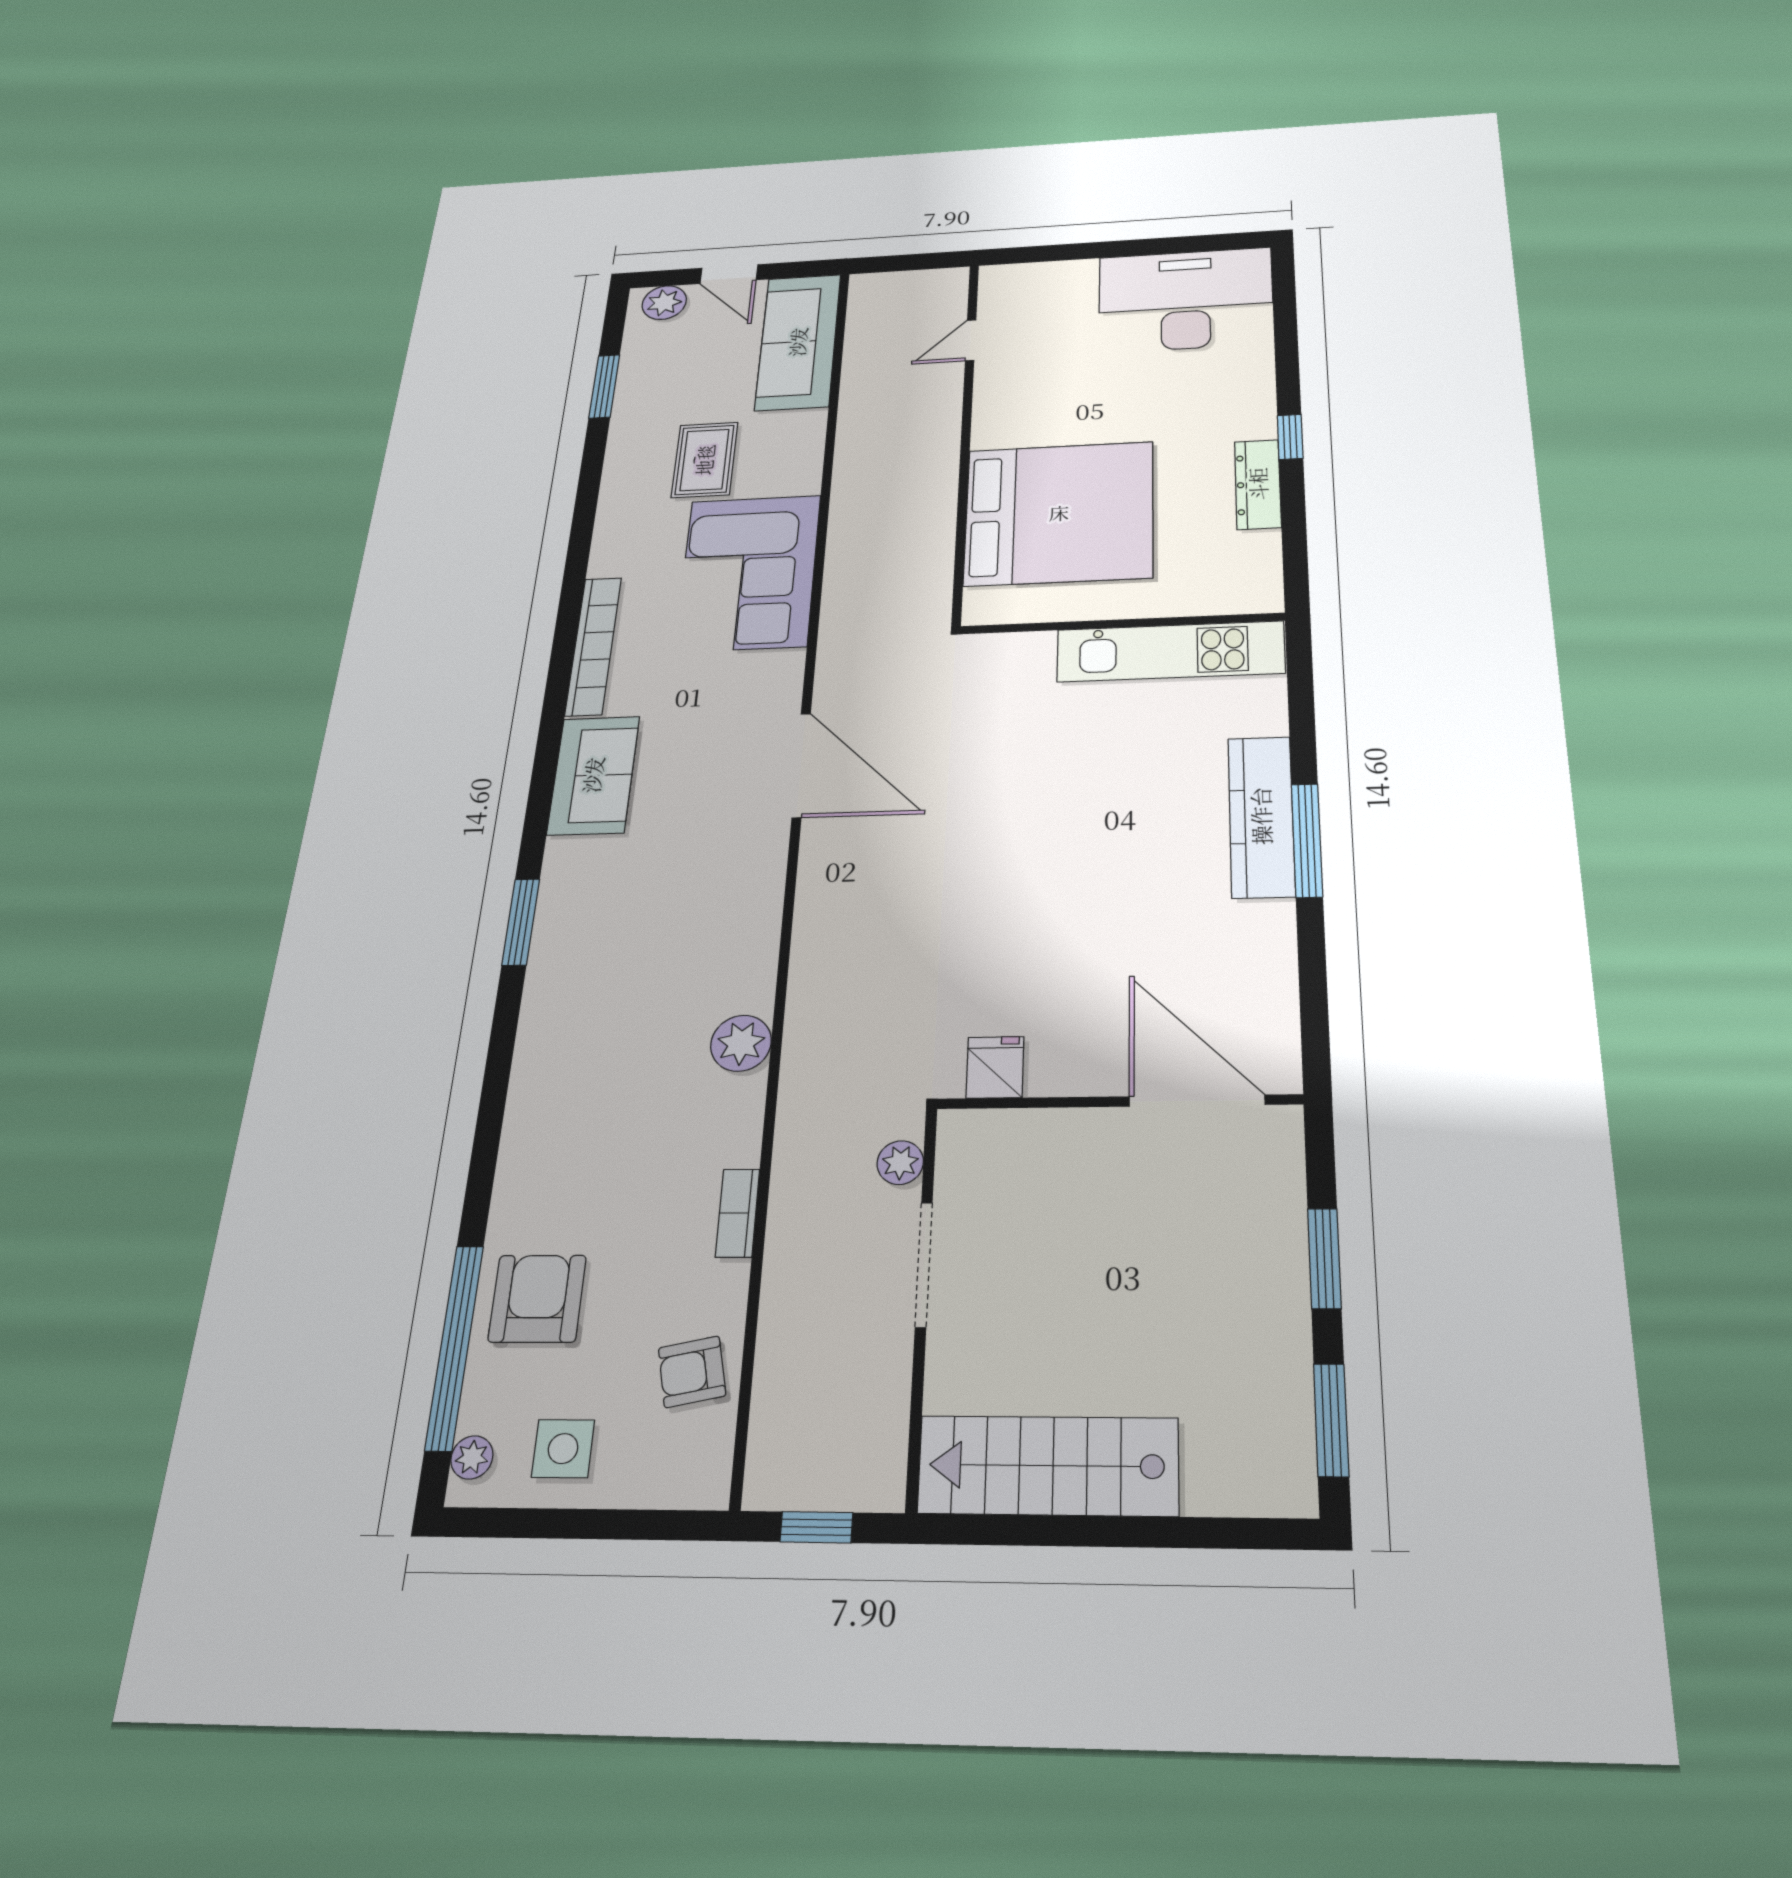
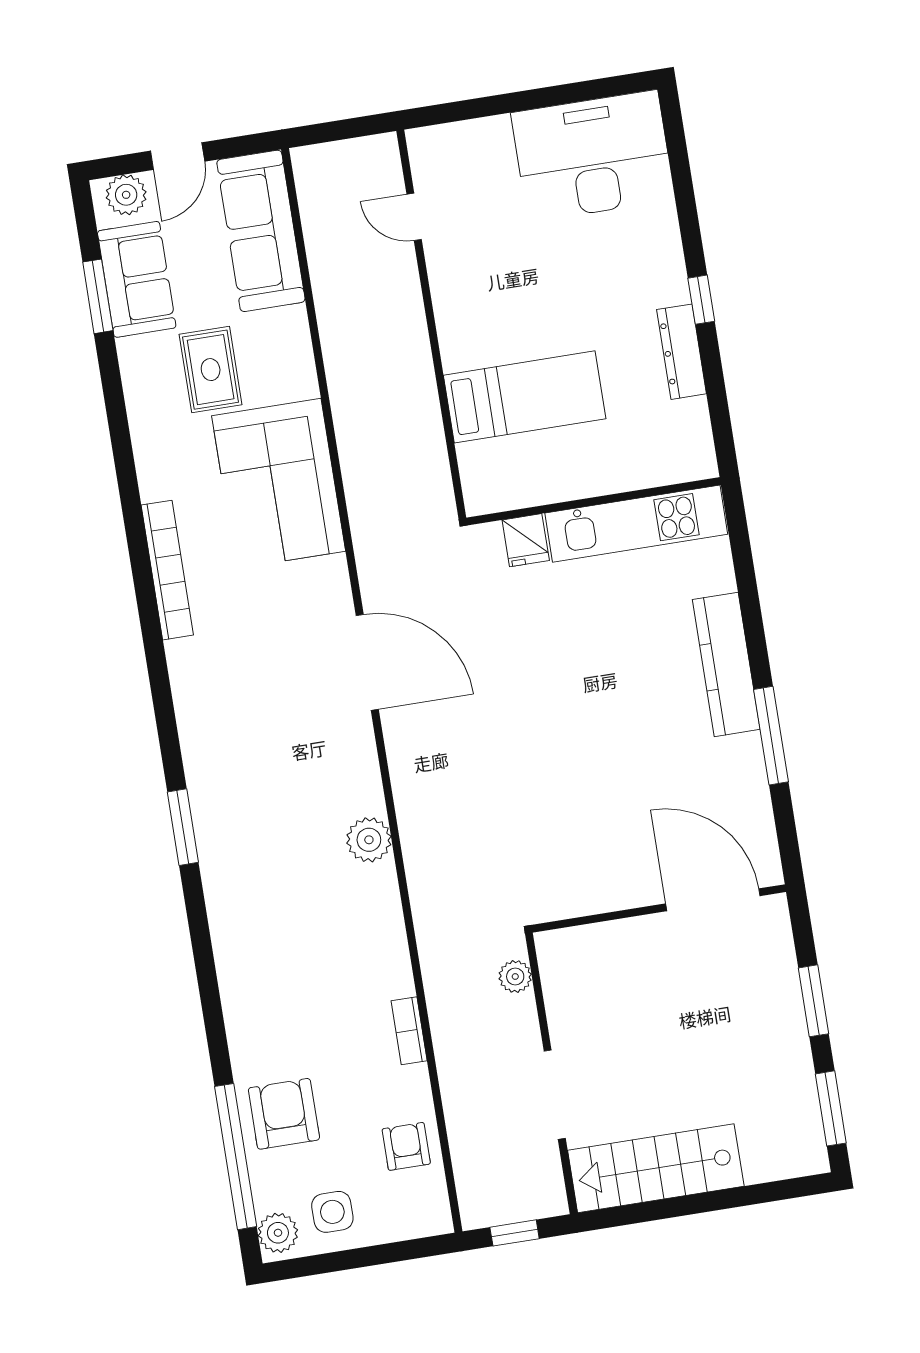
door: (729, 274) -> (178, 156), hinge flipped
door: (971, 340) -> (414, 217), hinge flipped
bed: (1059, 513) -> (525, 397), width x0.49
sofa: (593, 775) -> (137, 279), moved
window: (1307, 840) -> (771, 736), moved
plant: (741, 1043) -> (369, 840), moved
fridge: (995, 1067) -> (526, 540), moved, turned 180
doorway: (924, 1264) -> (555, 1095), moved
armchair: (692, 1372) -> (406, 1146), turned 102
plant: (472, 1457) -> (278, 1233), width x1.38, depth x1.38

